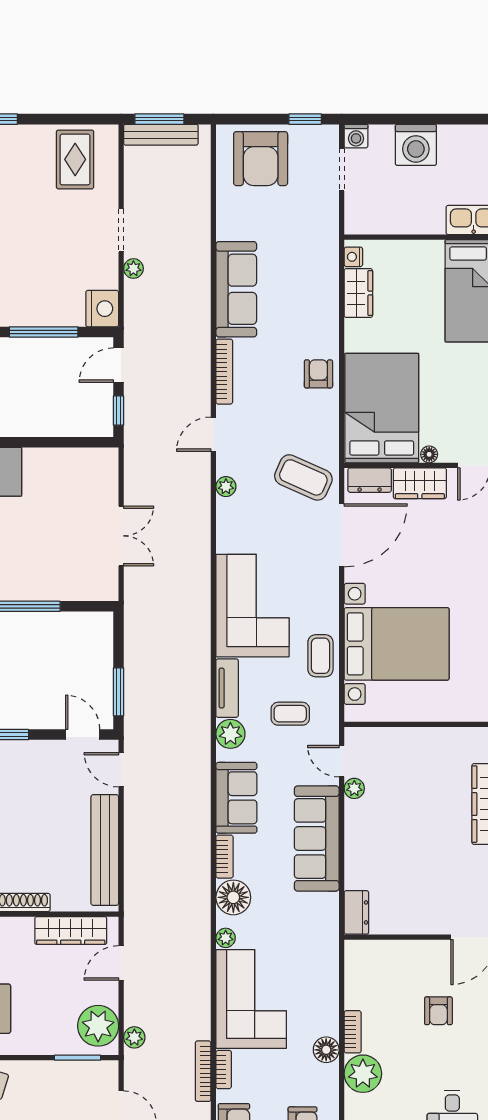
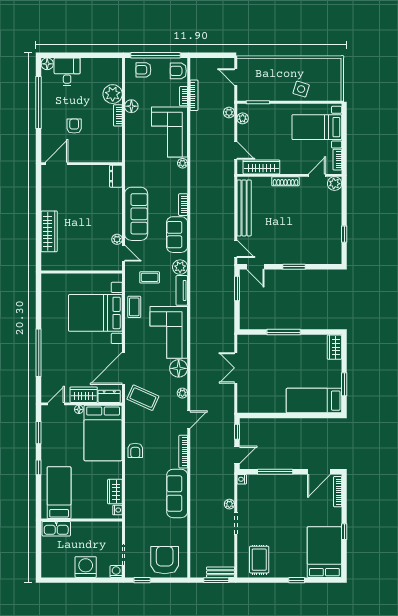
bench: (161, 135) -> (221, 572), width x0.73
nightstand: (102, 309) -> (242, 479), width x0.53, depth x0.56
floor lamp: (233, 897) -> (179, 368), moved
door: (121, 963) -> (236, 150), hinge flipped
plant: (98, 1026) -> (243, 118), width x0.53, depth x0.53

